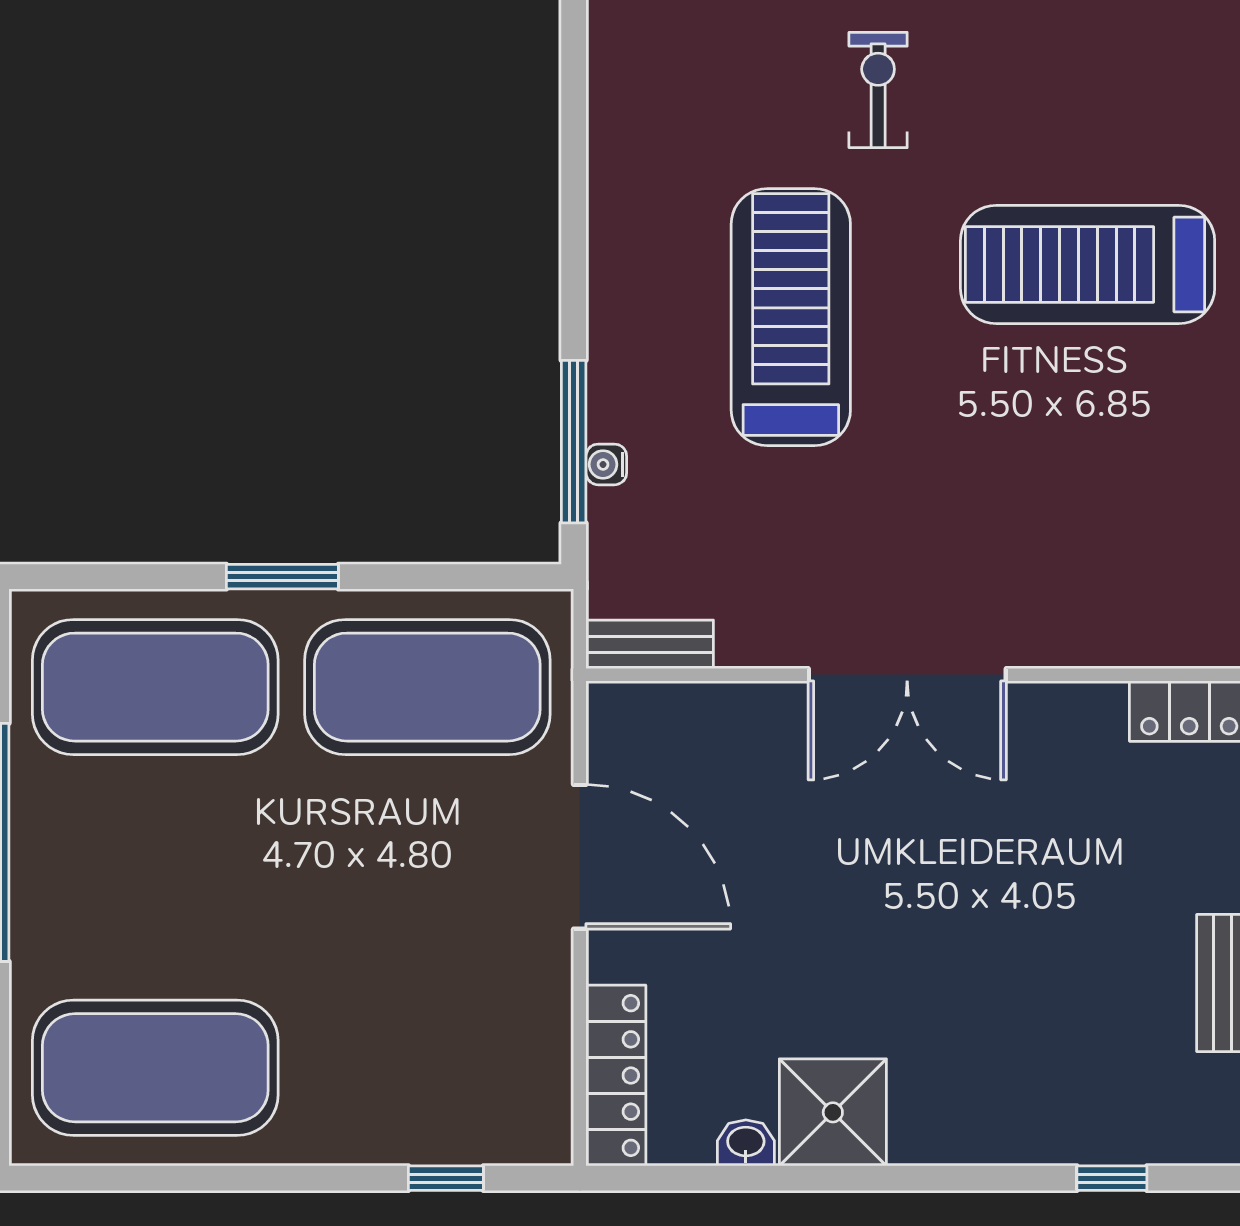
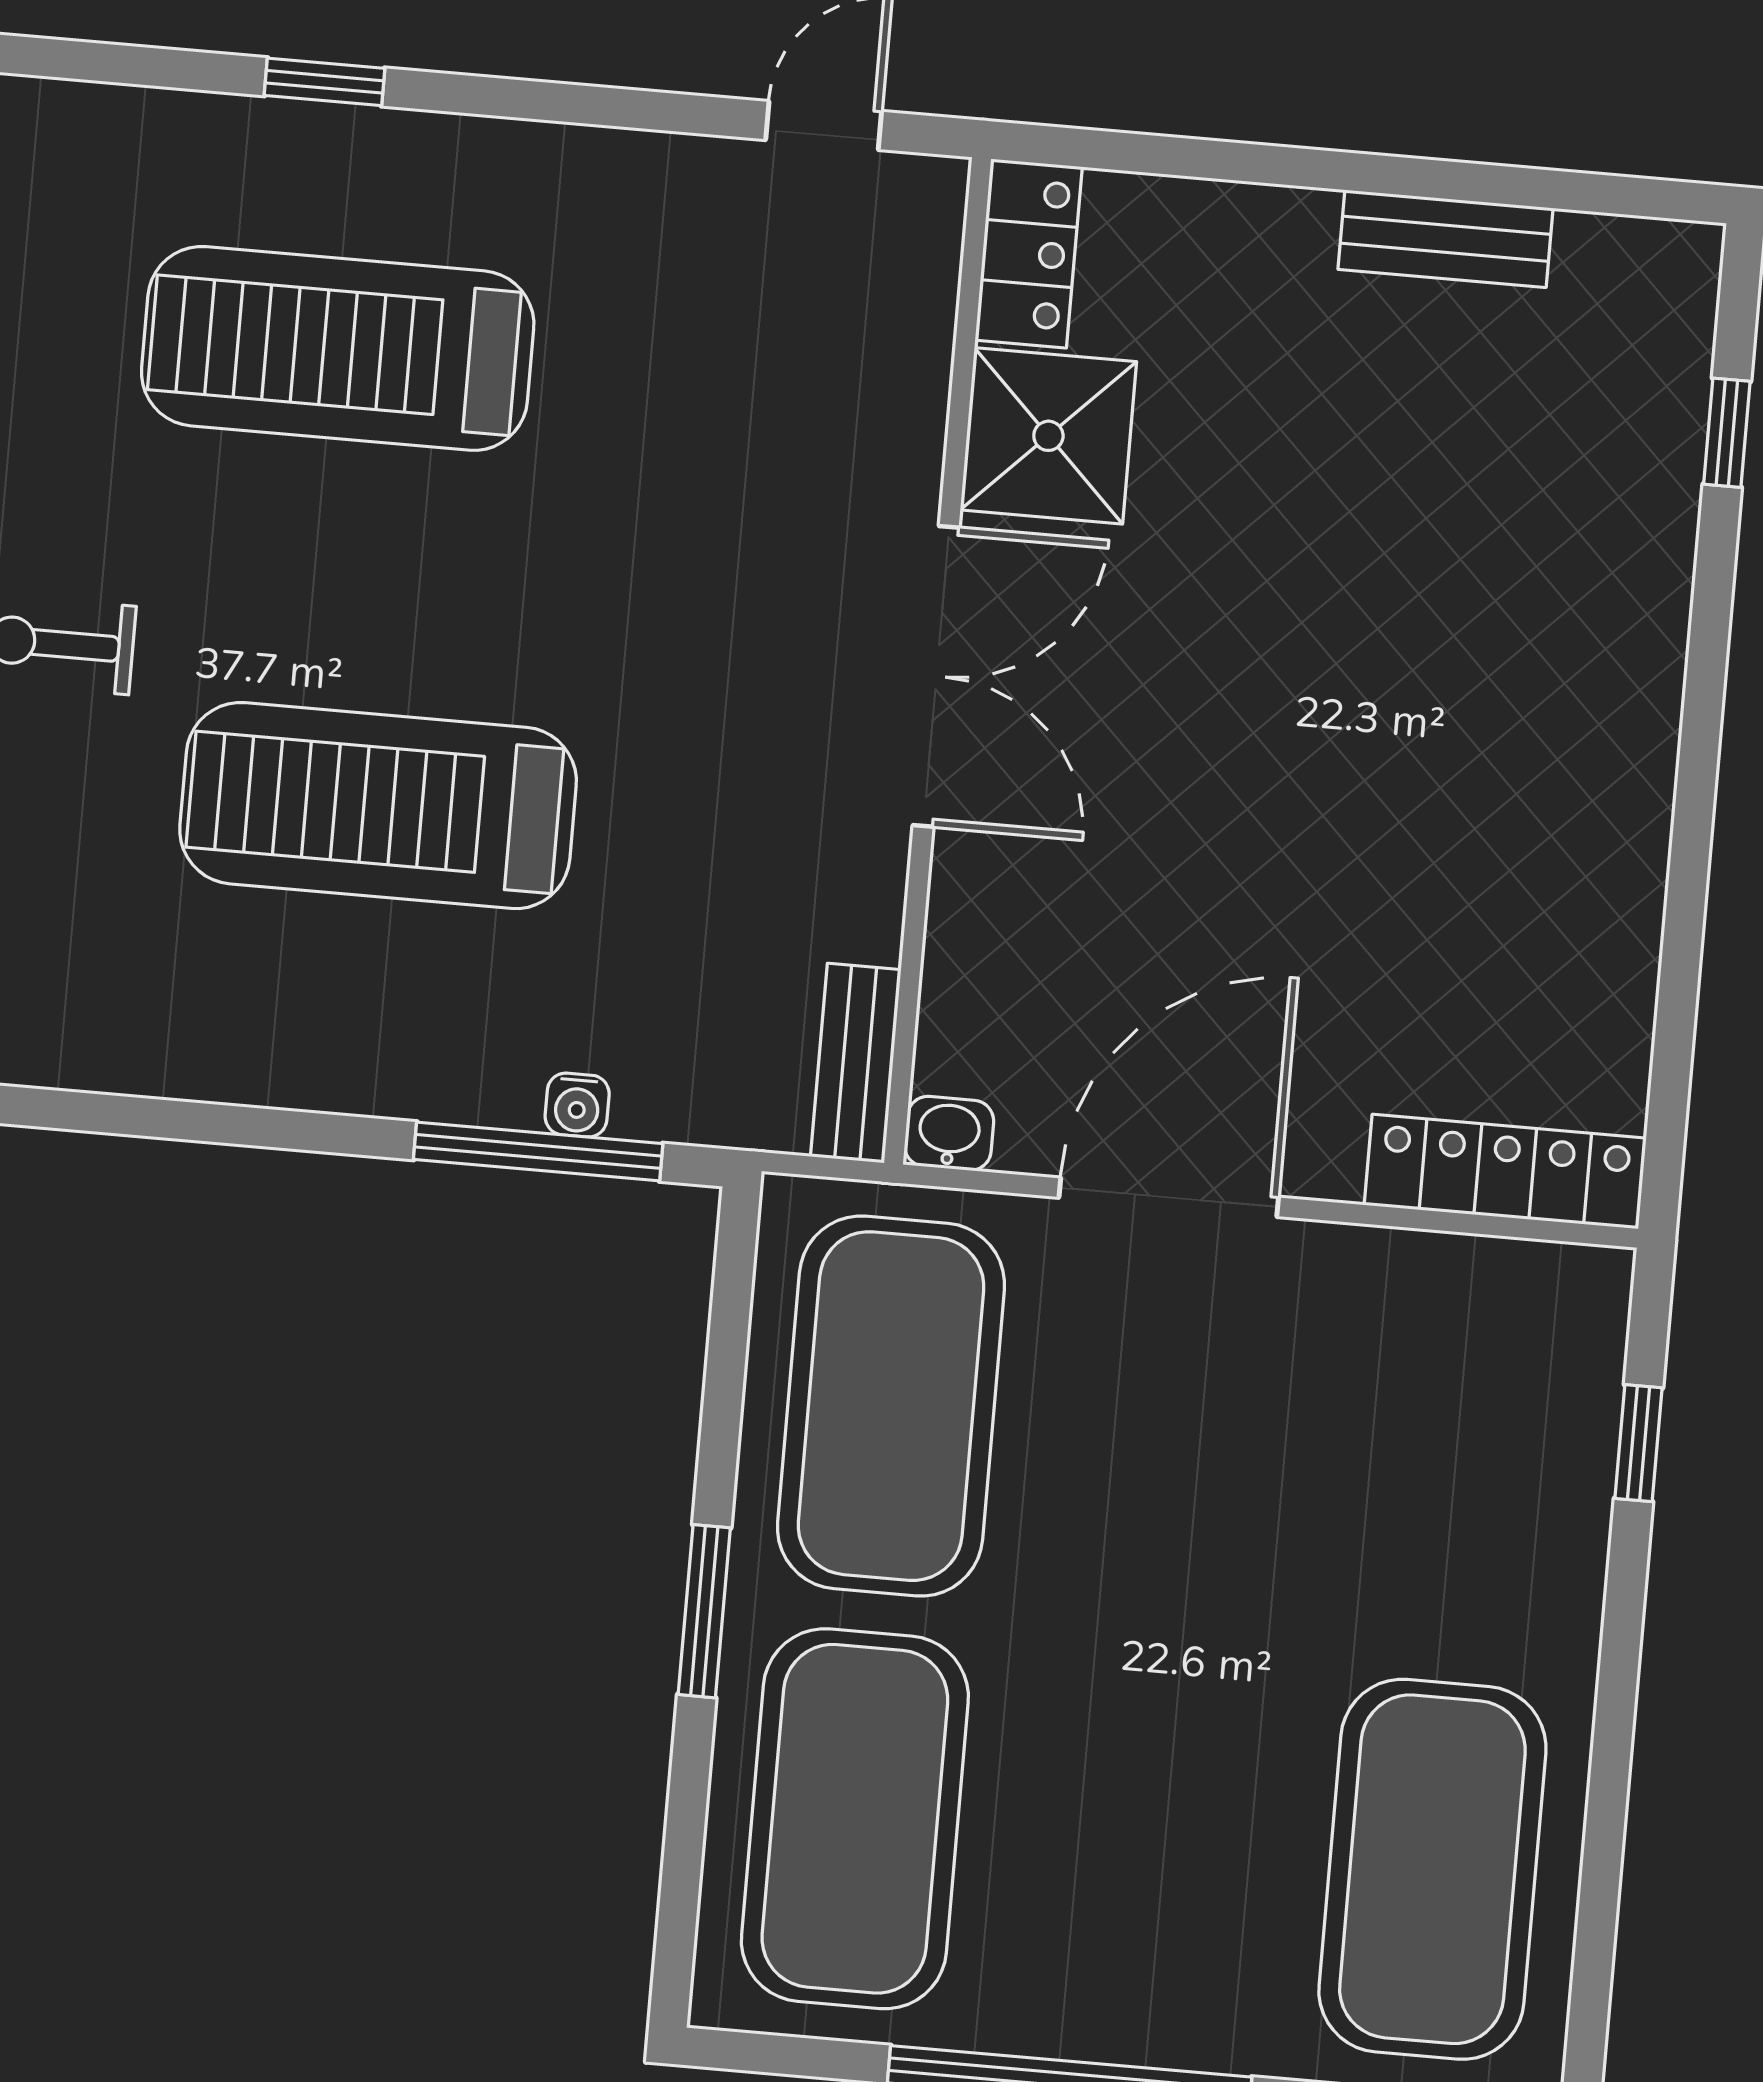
treadmill: (1088, 265) -> (338, 348), turned 90
shower: (833, 1112) -> (1048, 436), moved
washbasin: (746, 1143) -> (949, 1133), moved, turned 90

